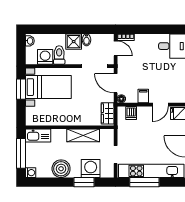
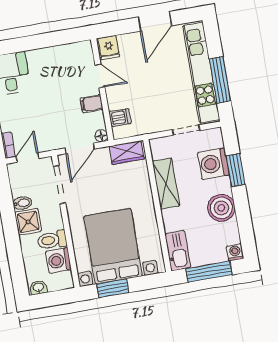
bed with nightstands: (48, 87) -> (113, 246), width x1.36

